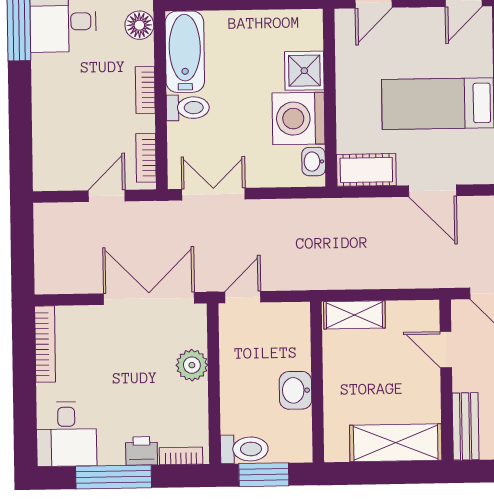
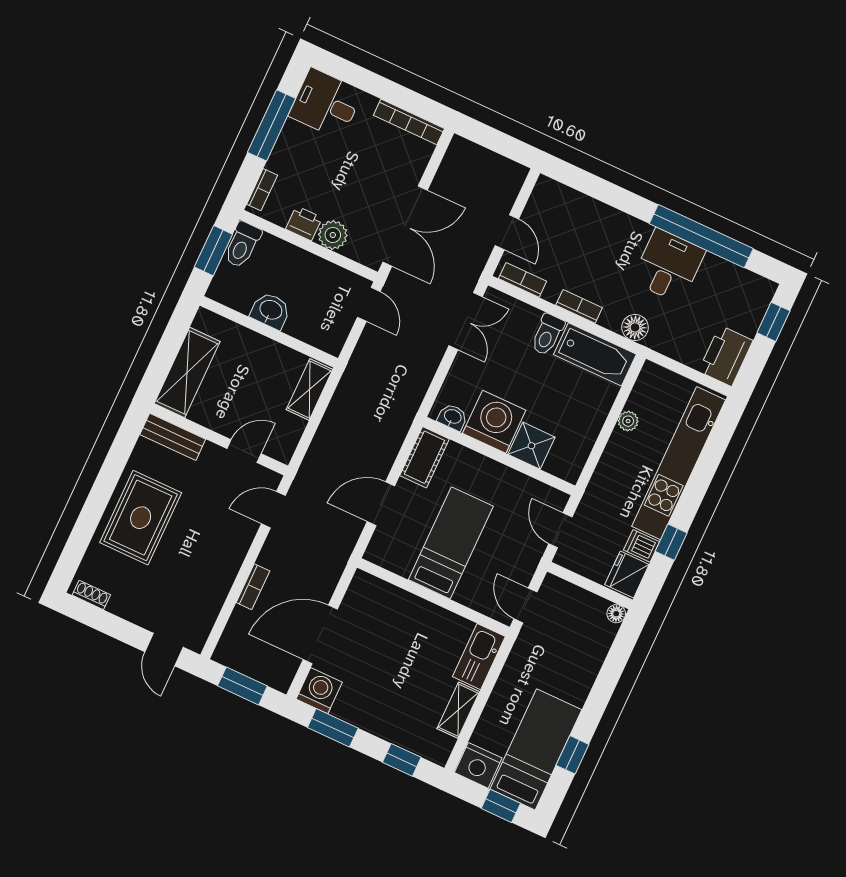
printer: (142, 451) -> (304, 223), moved, turned -90

